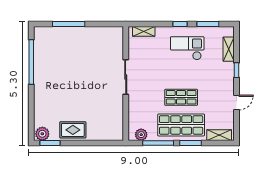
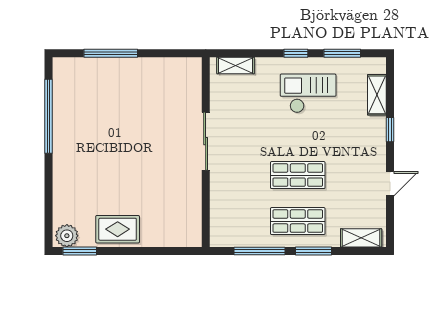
shop shelf: (181, 125) -> (298, 221), width x0.70, depth x0.74
plant: (141, 135) -> (231, 237), removed

